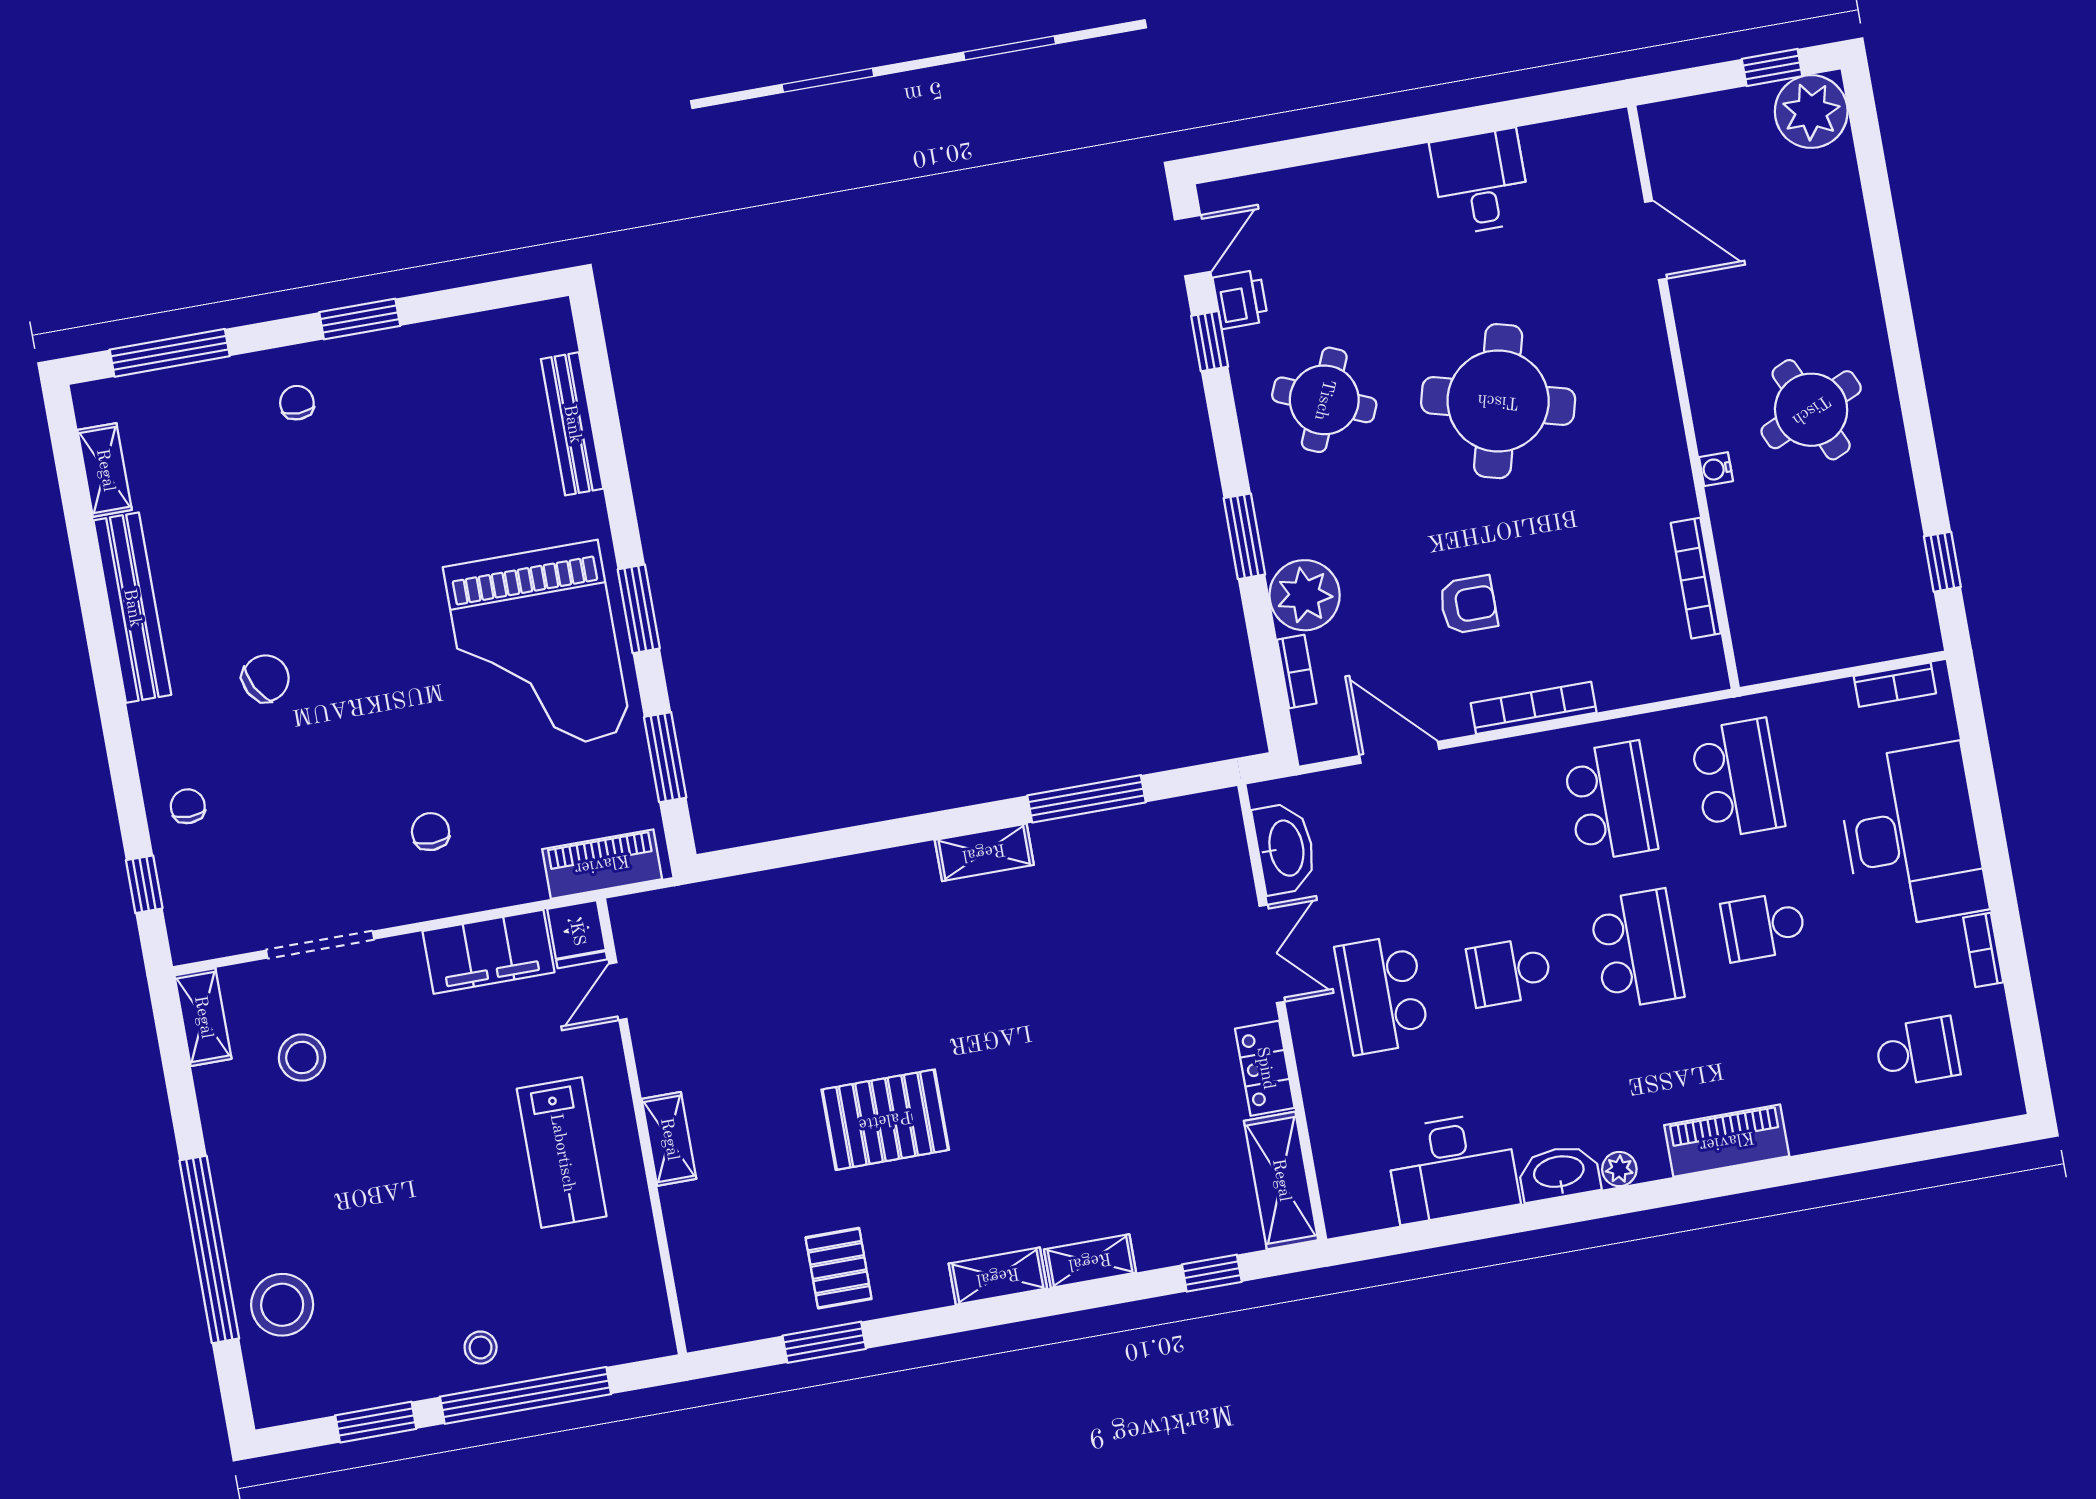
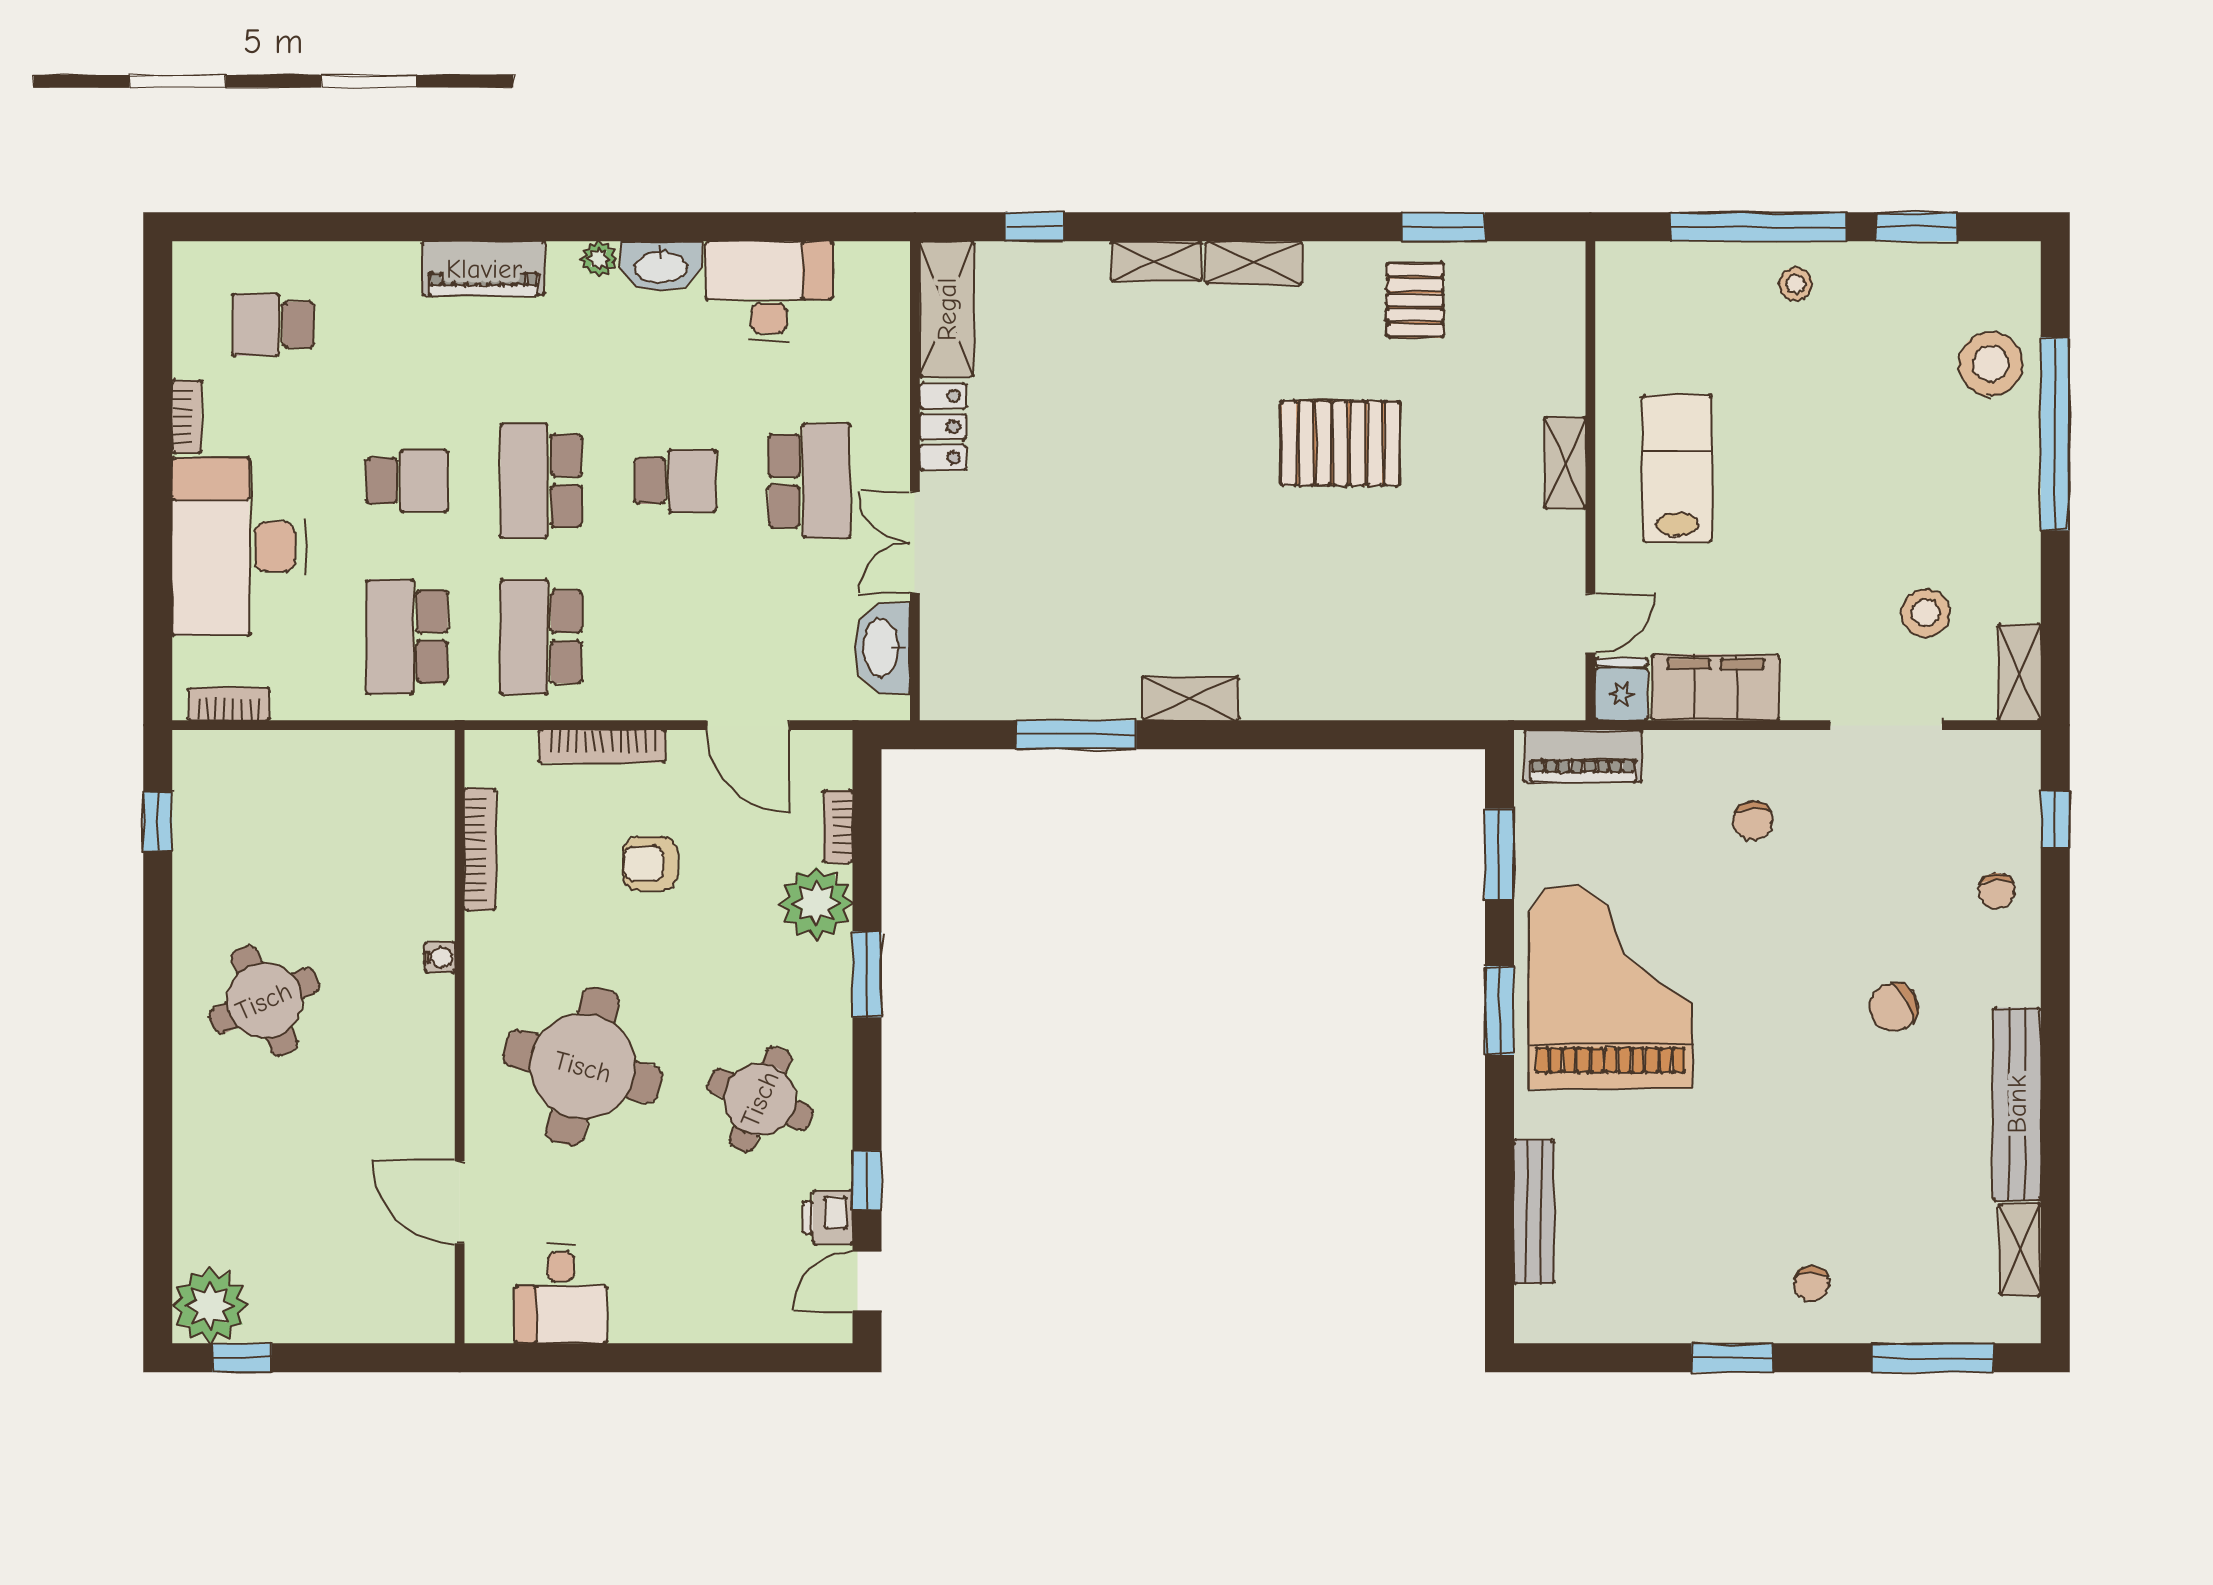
door: (1656, 240) -> (460, 1202), moved
wall: (1683, 397) -> (460, 1037), moved
water cooler: (1716, 469) -> (439, 957), moved
bookcase: (1696, 578) -> (480, 849), moved

